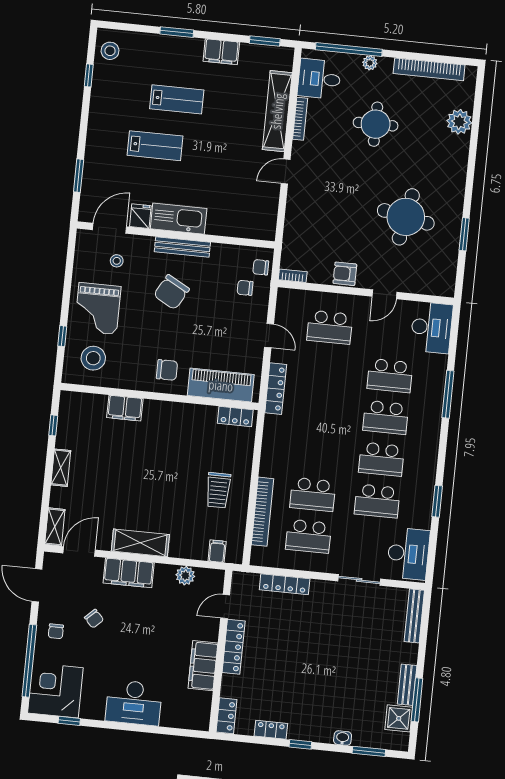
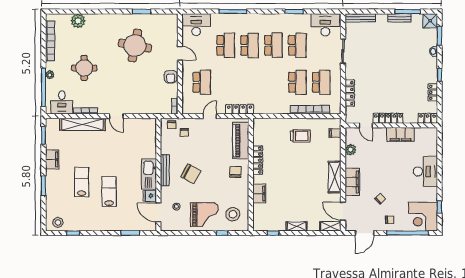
locker: (235, 416) -> (258, 160), moved, width x1.53
shower: (399, 718) -> (430, 21), moved

